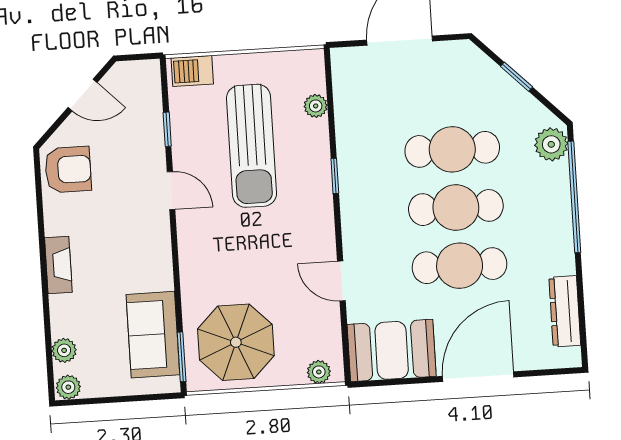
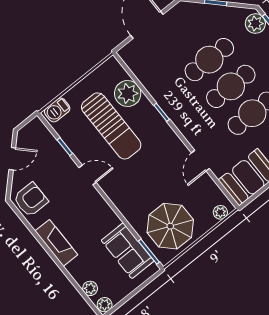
plant: (316, 106) -> (128, 94), width x1.88, depth x1.88
fireplace: (58, 265) -> (56, 243), width x1.37, depth x1.32
door: (341, 281) -> (200, 161), hinge flipped

